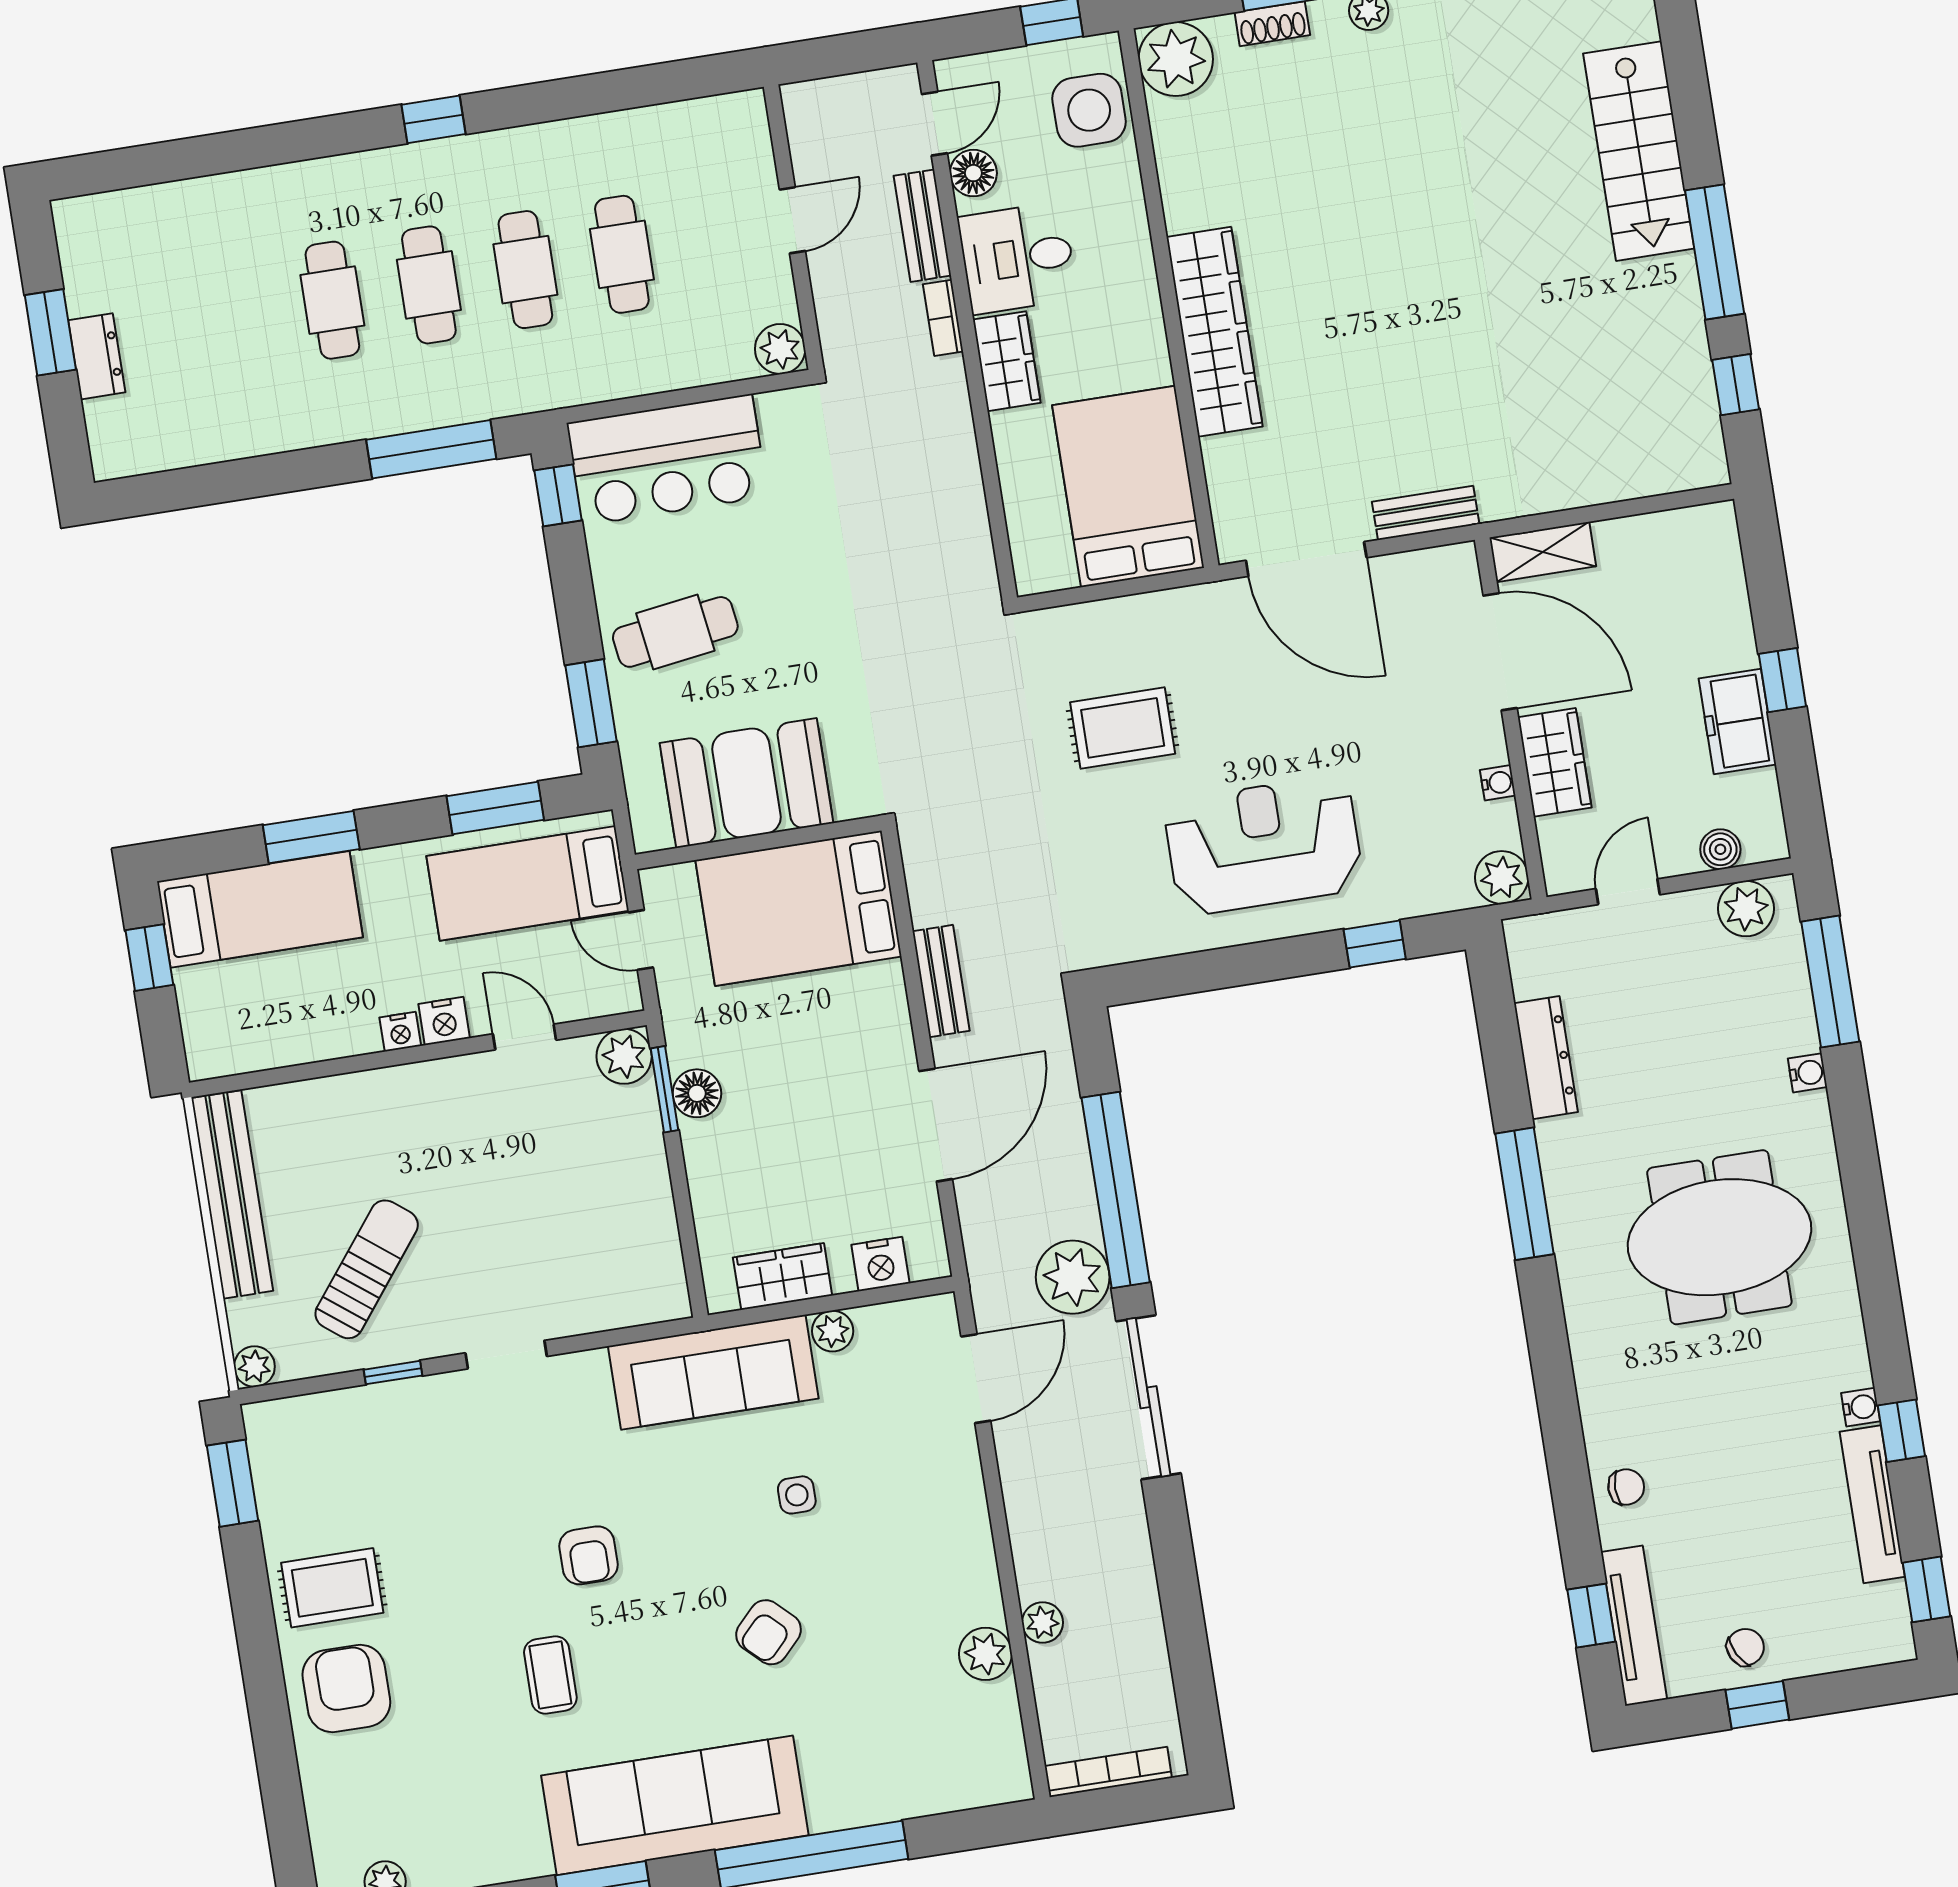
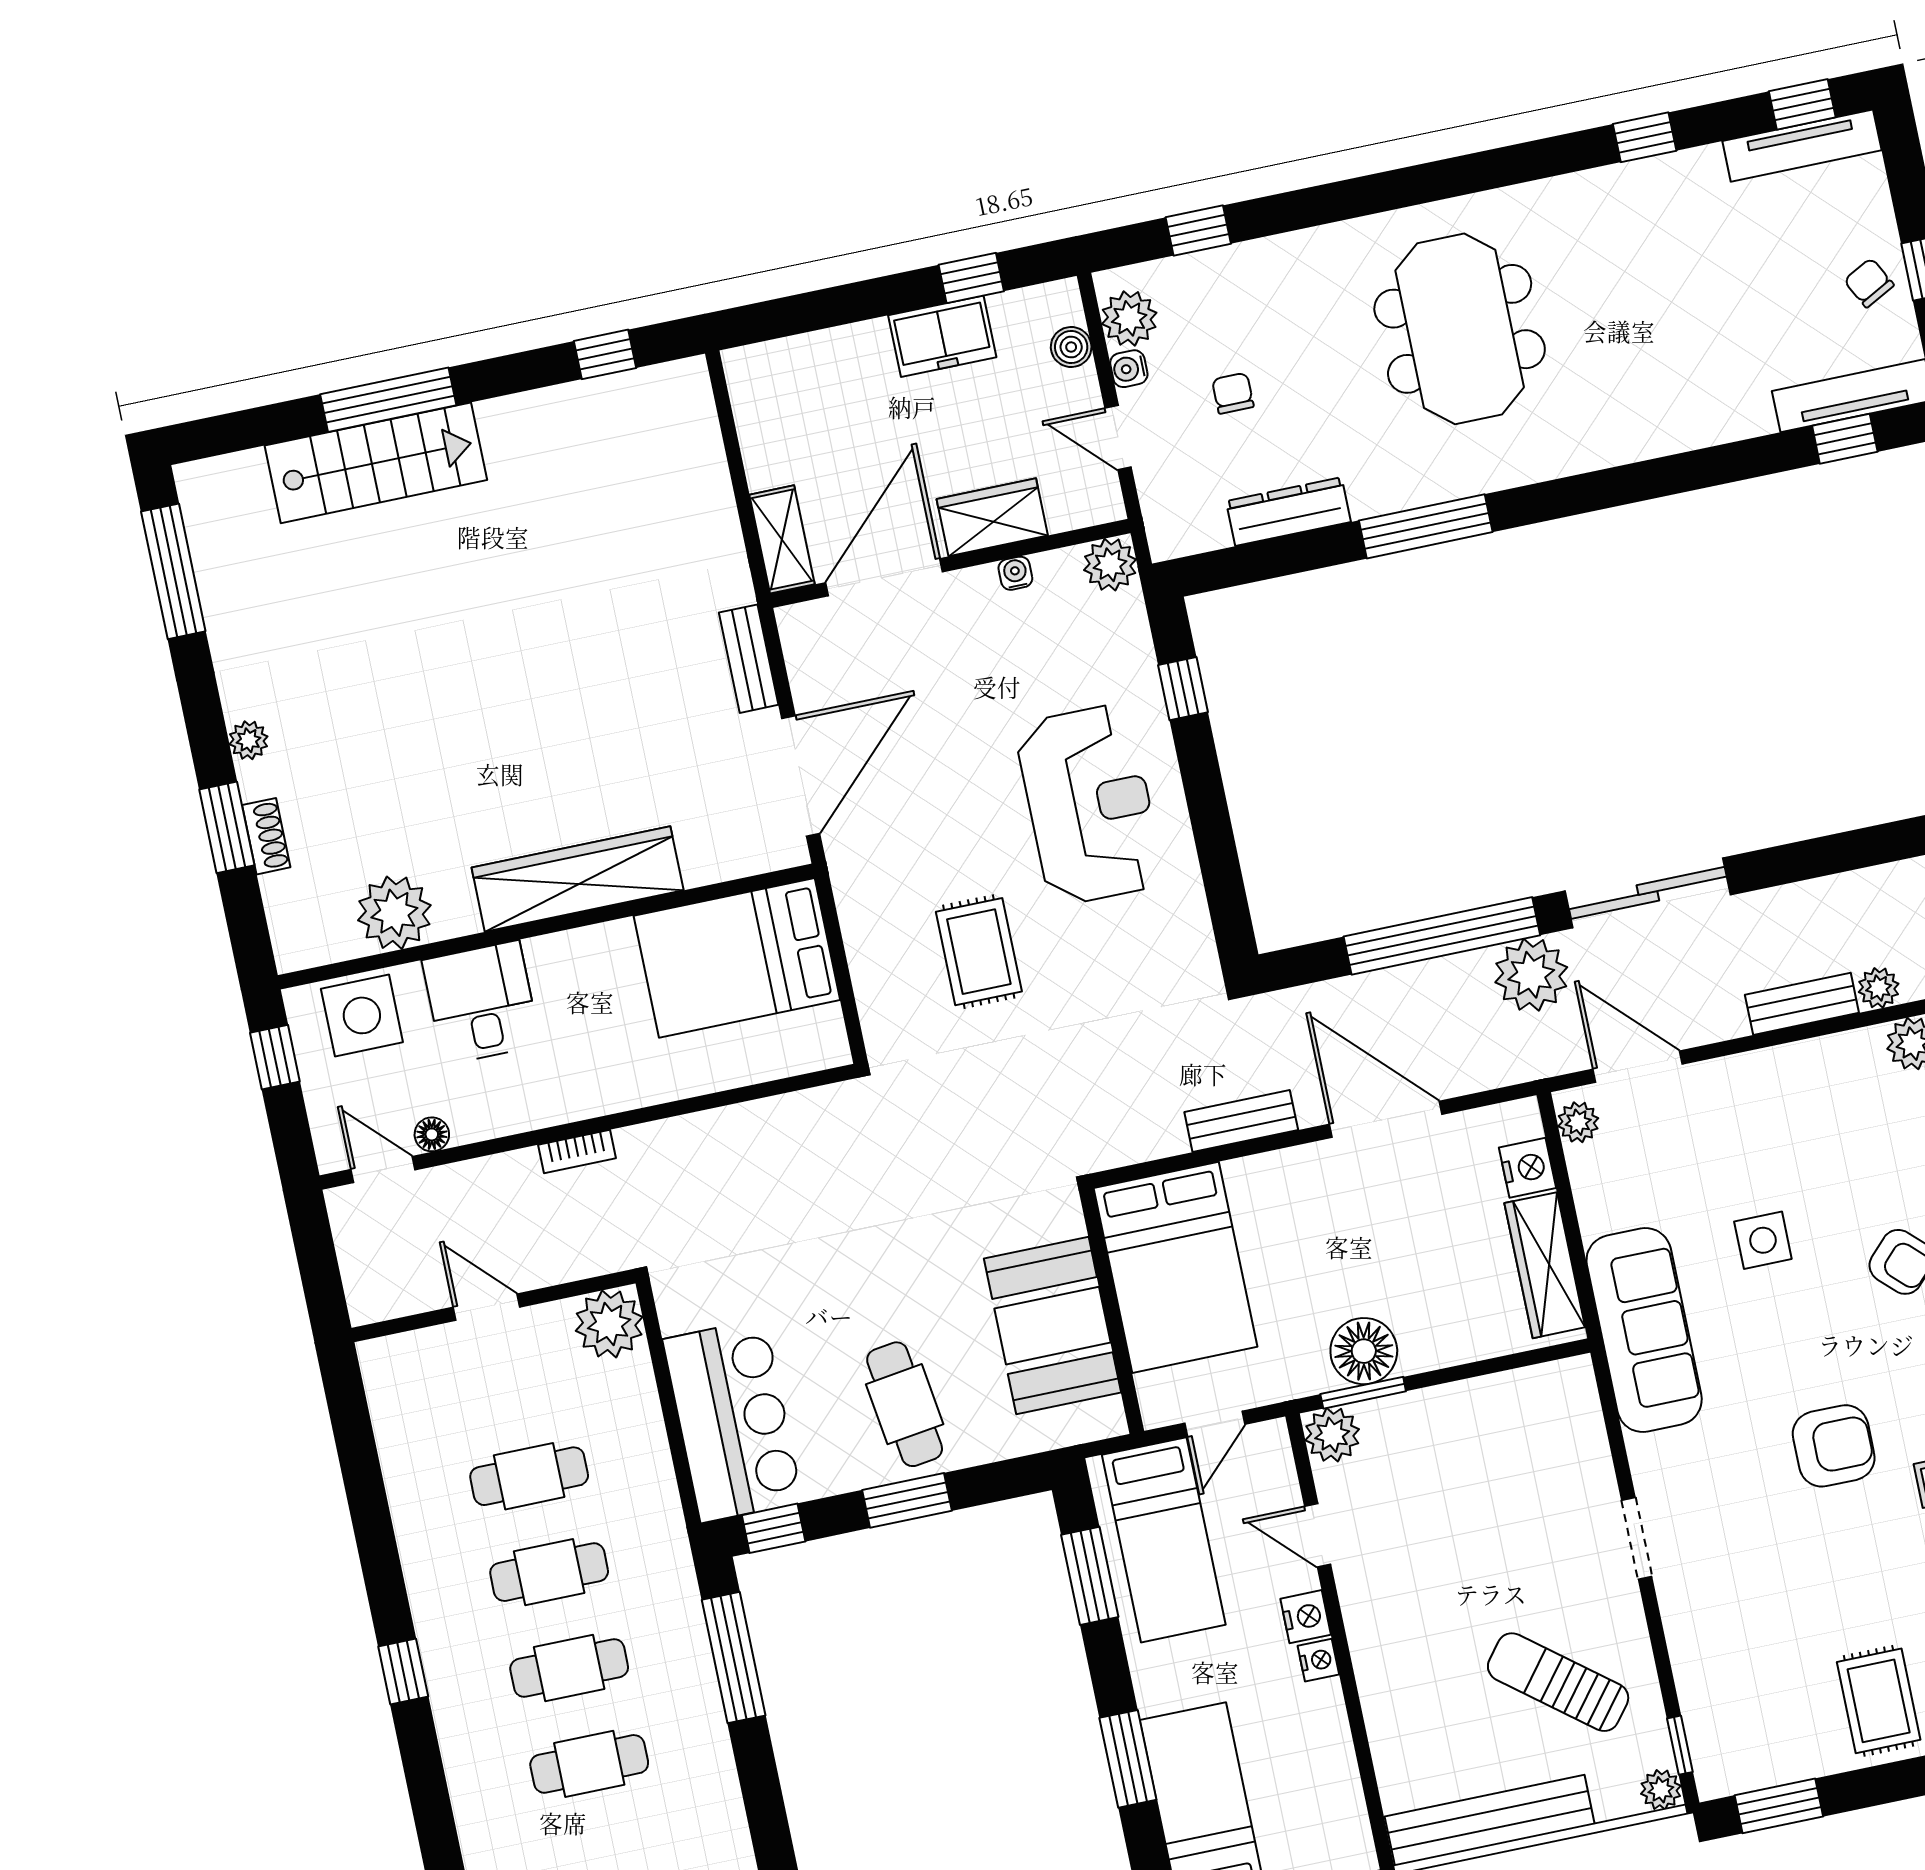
plant: (1176, 59) -> (394, 913), moved
floor lamp: (973, 173) -> (432, 1134), width x0.73, depth x0.73
bench: (922, 226) -> (1802, 1004), moved
window: (1715, 252) -> (388, 400), moved
desk: (1018, 258) -> (481, 1003), moved, turned 180
plant: (780, 349) -> (609, 1324), width x1.36, depth x1.36
wardrobe: (1007, 361) -> (617, 1085), removed
window: (1782, 680) -> (971, 278), moved
window: (591, 703) -> (907, 1500), moved
reception desk: (1264, 845) -> (1090, 805), turned 180
window: (1830, 982) -> (1198, 231), width x0.46
door: (525, 1037) -> (1318, 1535), hinge flipped
water cooler: (1808, 1073) -> (1129, 369), moved, turned -90
floor lamp: (697, 1093) -> (1364, 1351), width x1.38, depth x1.38
wardrobe: (783, 1276) -> (1545, 1265), width x1.50
plant: (833, 1331) -> (1578, 1122), moved
window: (393, 1373) -> (1680, 1745), moved
water cooler: (1861, 1407) -> (1623, 179), removed
chair: (1626, 1487) -> (1233, 393), moved
side table: (797, 1495) -> (1763, 1240), width x1.37, depth x1.37
tv unit: (1872, 1504) -> (1802, 146), moved
armchair: (589, 1555) -> (1834, 1446), width x1.38, depth x1.38

